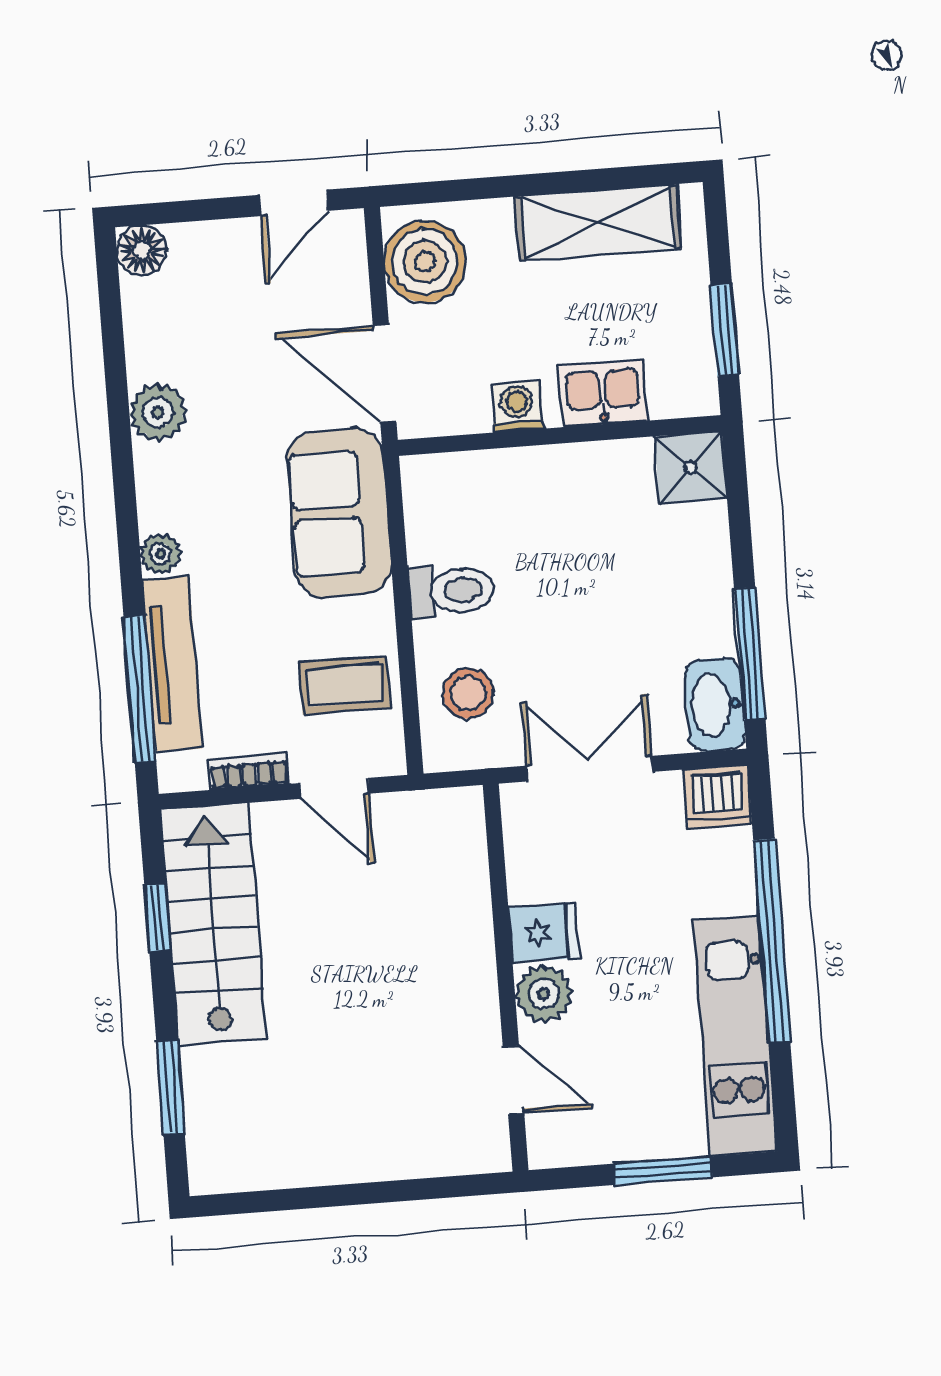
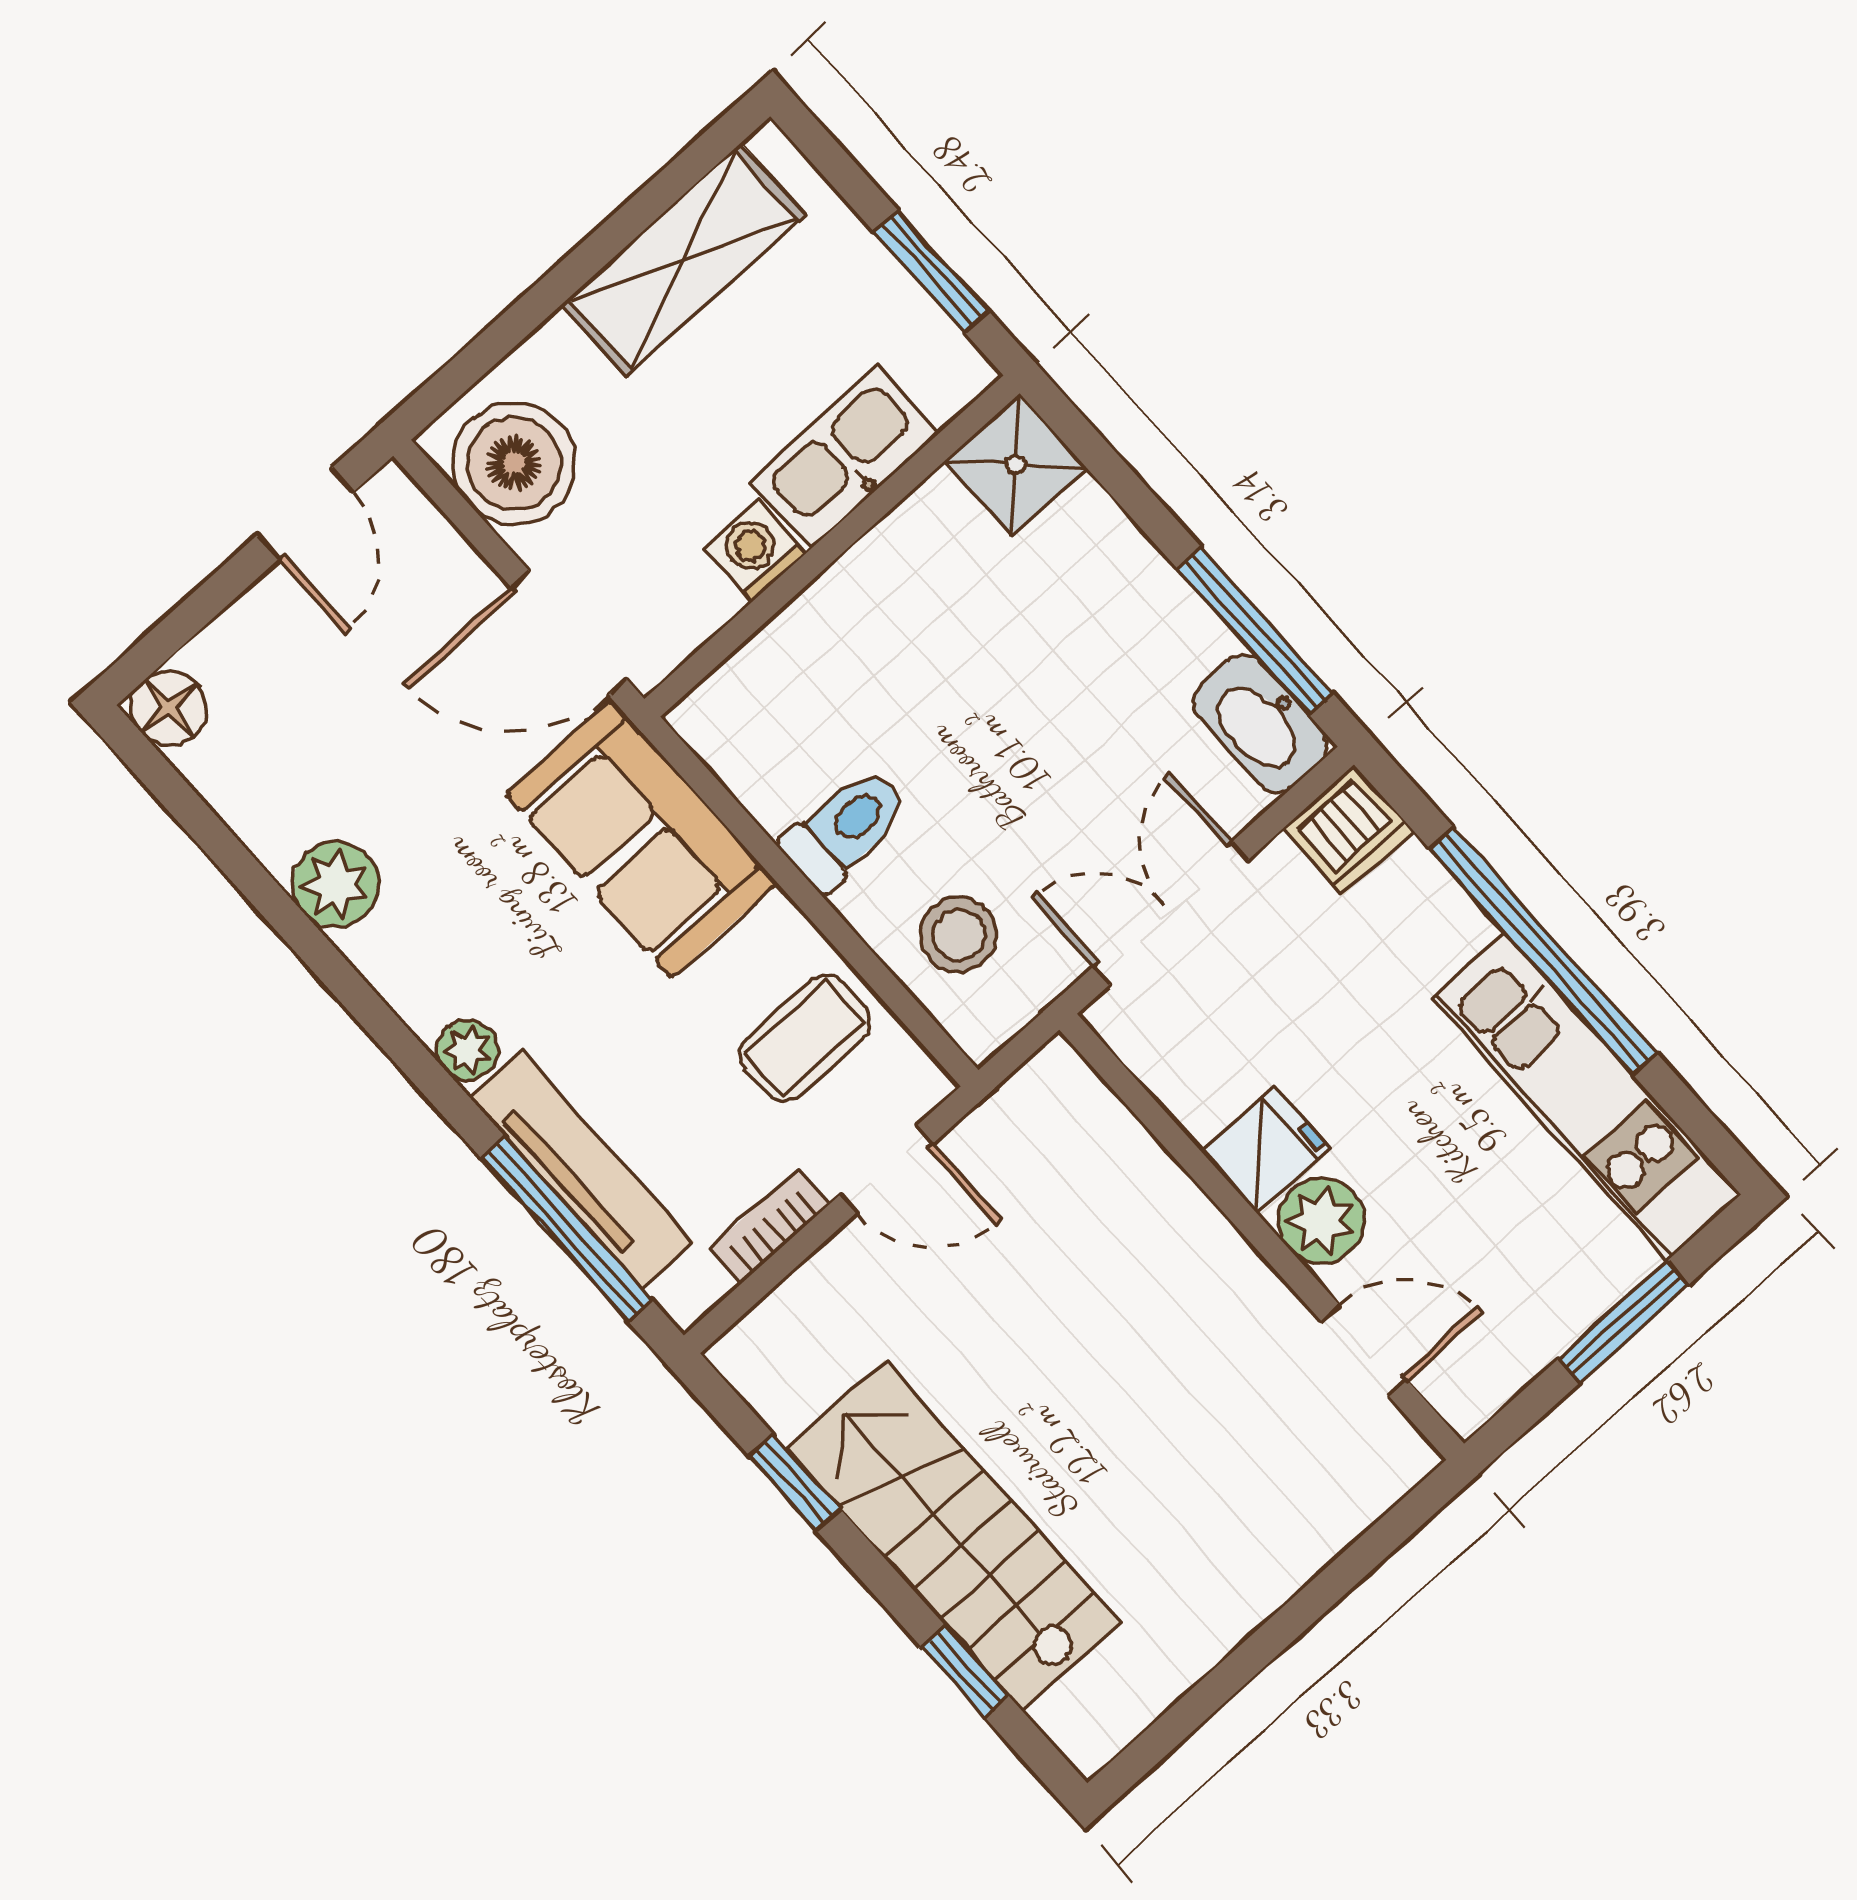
kitchen sink: (603, 393) -> (845, 457), width x1.38
stairs: (213, 924) -> (954, 1536), moved
window: (171, 1087) -> (965, 1672), width x0.67

